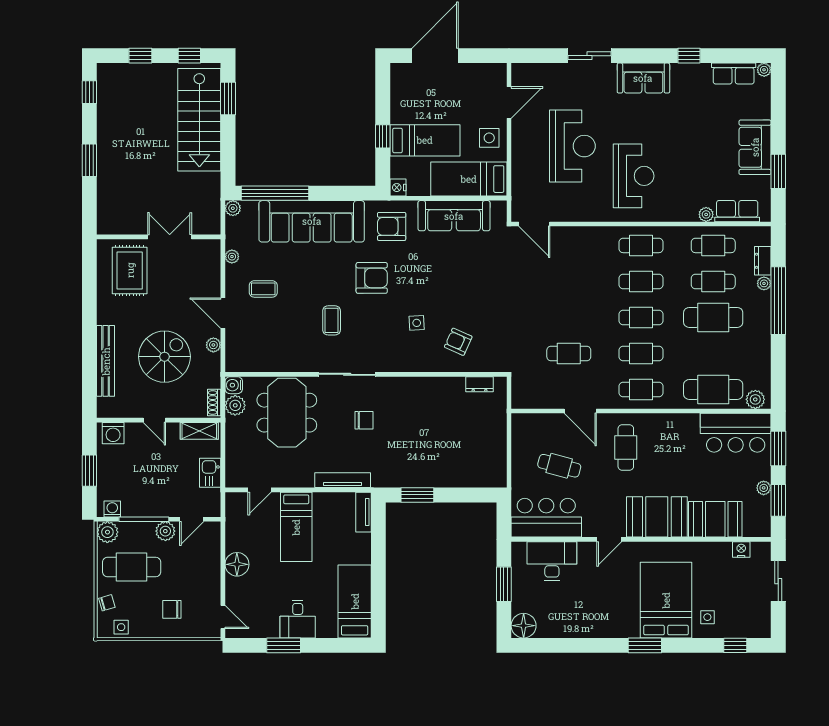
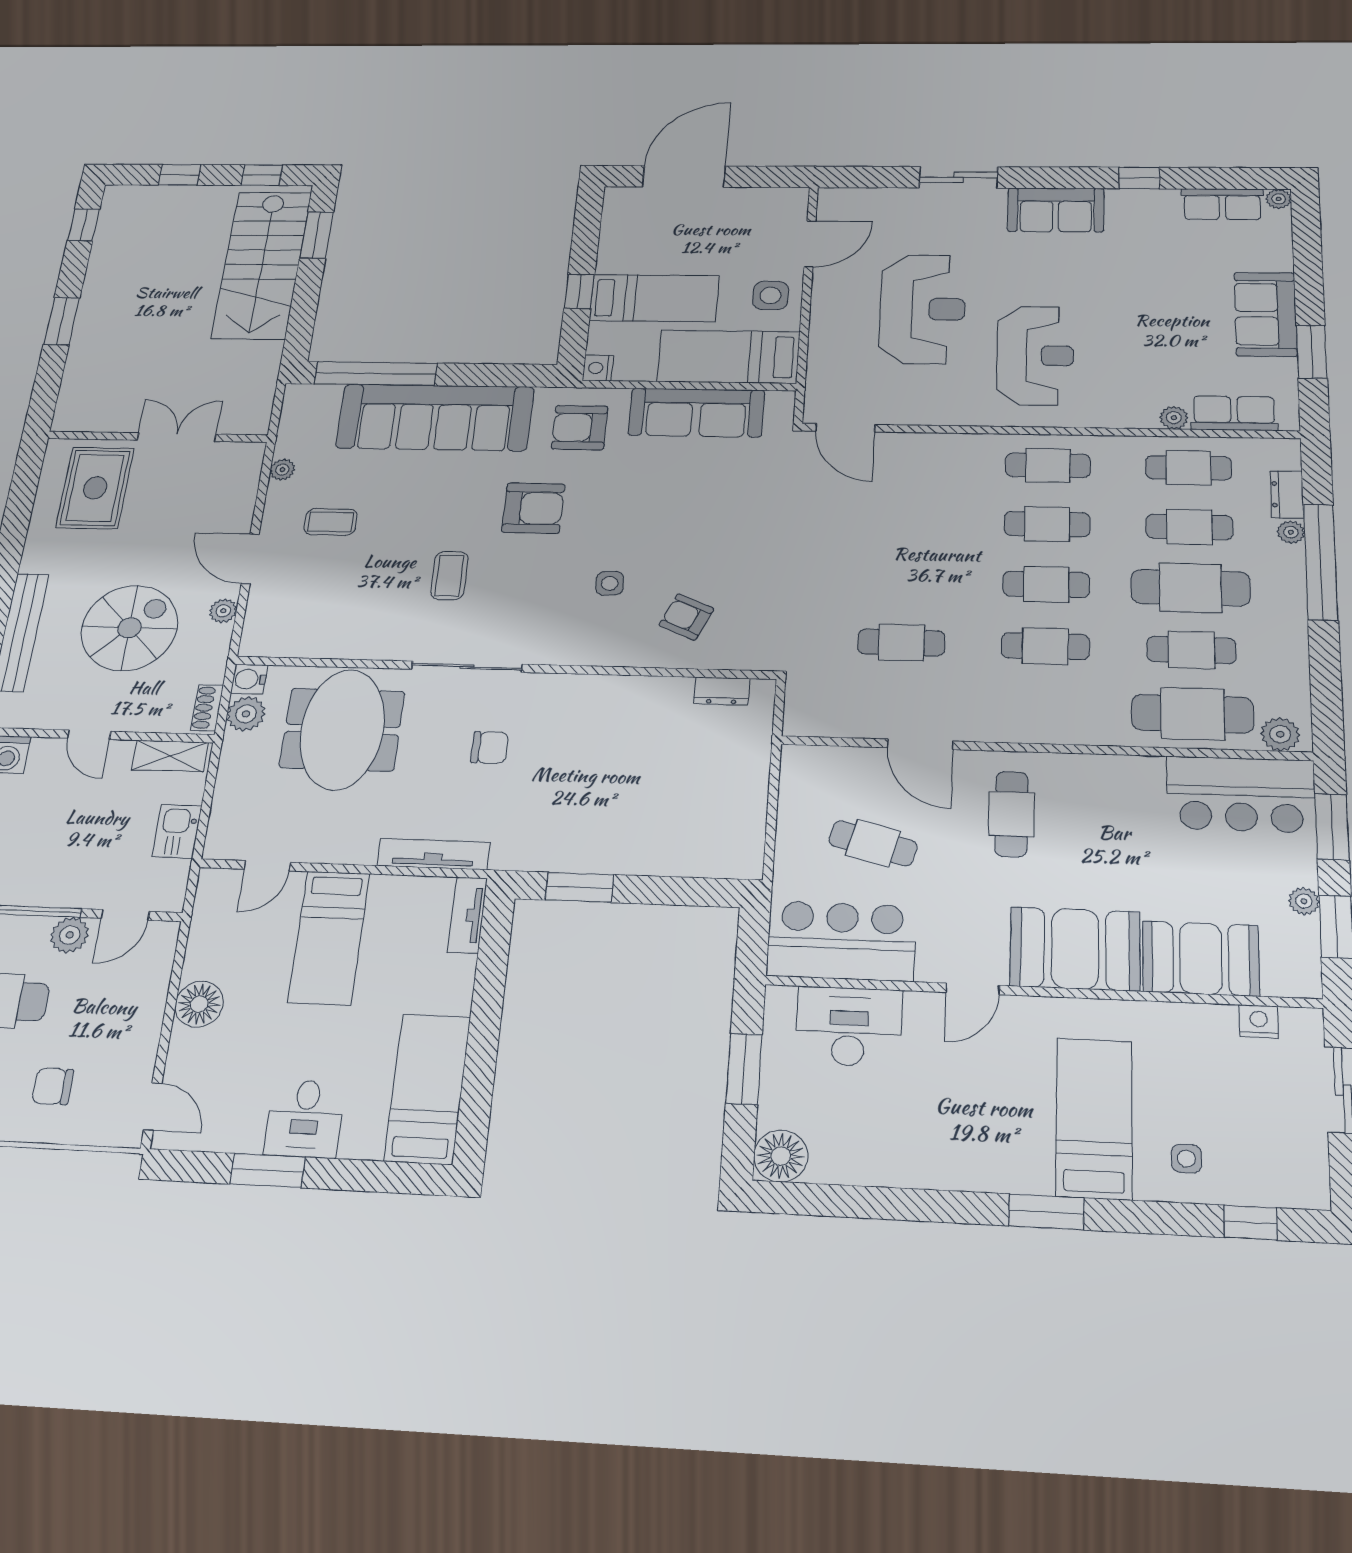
plant: (233, 208) -> (297, 395), removed
cafe table: (641, 389) -> (1191, 650), moved
bed: (666, 600) -> (1094, 1118), width x0.67

